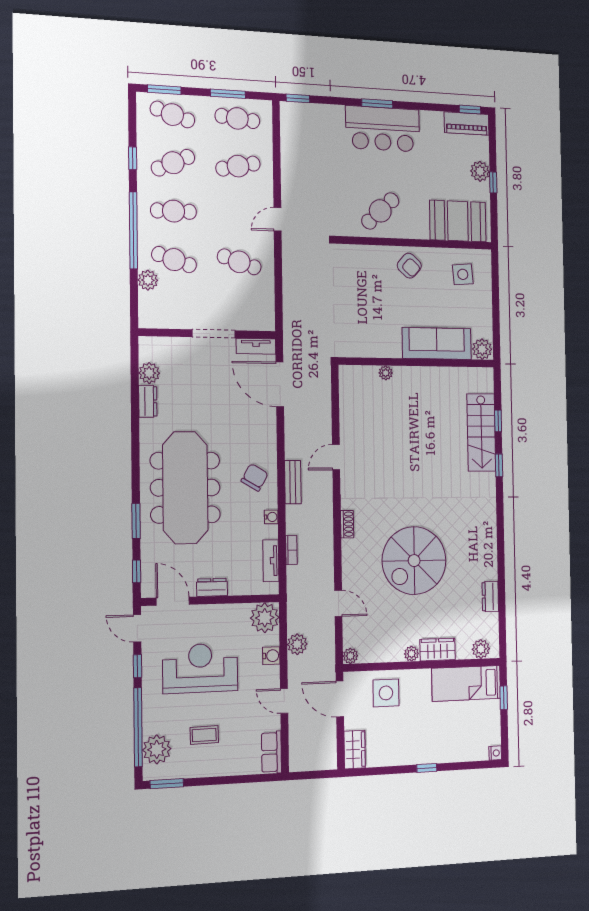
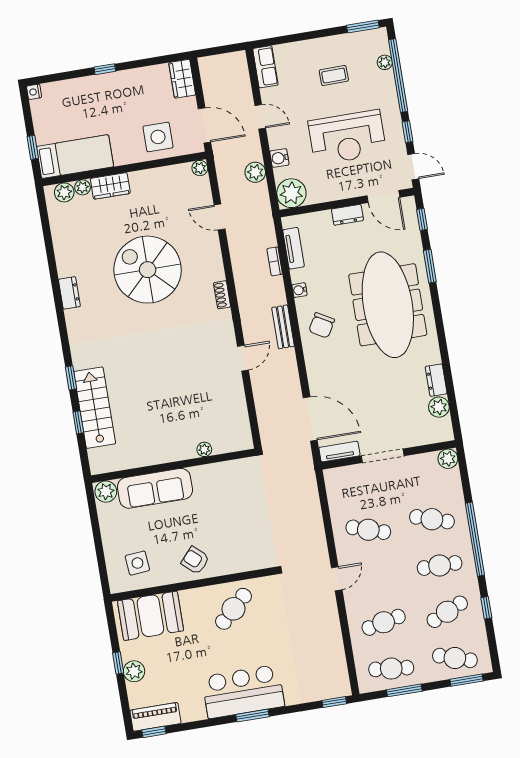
plant: (148, 280) -> (448, 459), moved
spiral stairs: (414, 561) -> (148, 270), turned -90
dresser: (490, 597) -> (69, 293), moved
plant: (411, 654) -> (82, 187), moved
plant: (157, 749) -> (385, 62), width x0.53, depth x0.53

